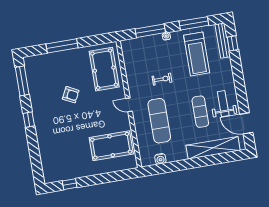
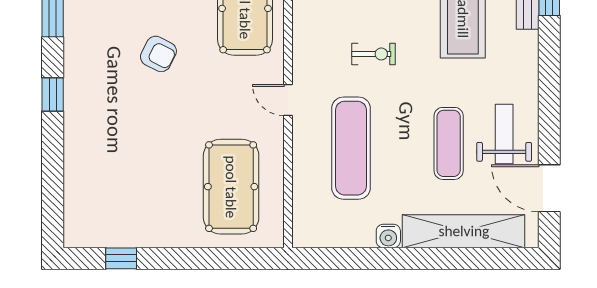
pool table: (111, 146) -> (231, 187), turned 90
water cooler: (160, 159) -> (388, 236), moved

